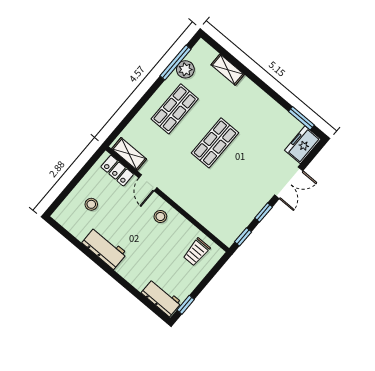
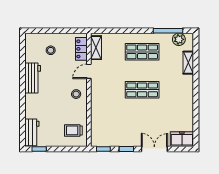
plant: (185, 69) -> (179, 39), moved
window: (301, 118) -> (196, 126), removed
double door: (289, 183) -> (154, 149), swing flipped

